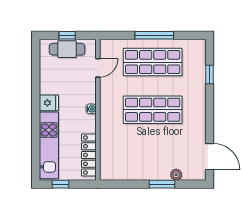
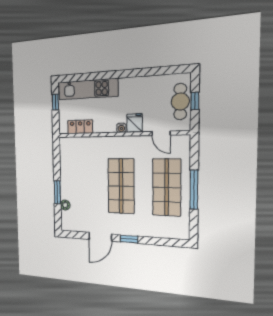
window: (209, 74) -> (129, 239), moved
fridge: (49, 103) -> (135, 123), moved, turned 180
locker: (89, 155) -> (80, 127), width x0.66
door: (209, 157) -> (100, 237), moved

